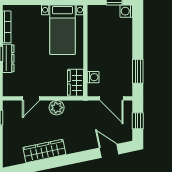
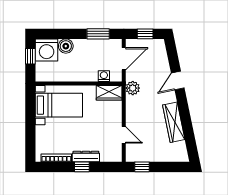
washing machine: (126, 11) -> (47, 50), width x1.89, depth x1.89
boiler: (125, 37) -> (66, 46), added
plant: (57, 108) -> (133, 88), moved
door: (109, 151) -> (178, 81), moved

